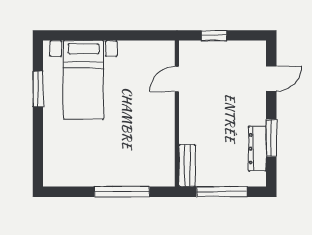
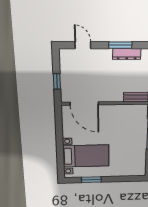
door: (177, 79) -> (84, 103), width x1.88

